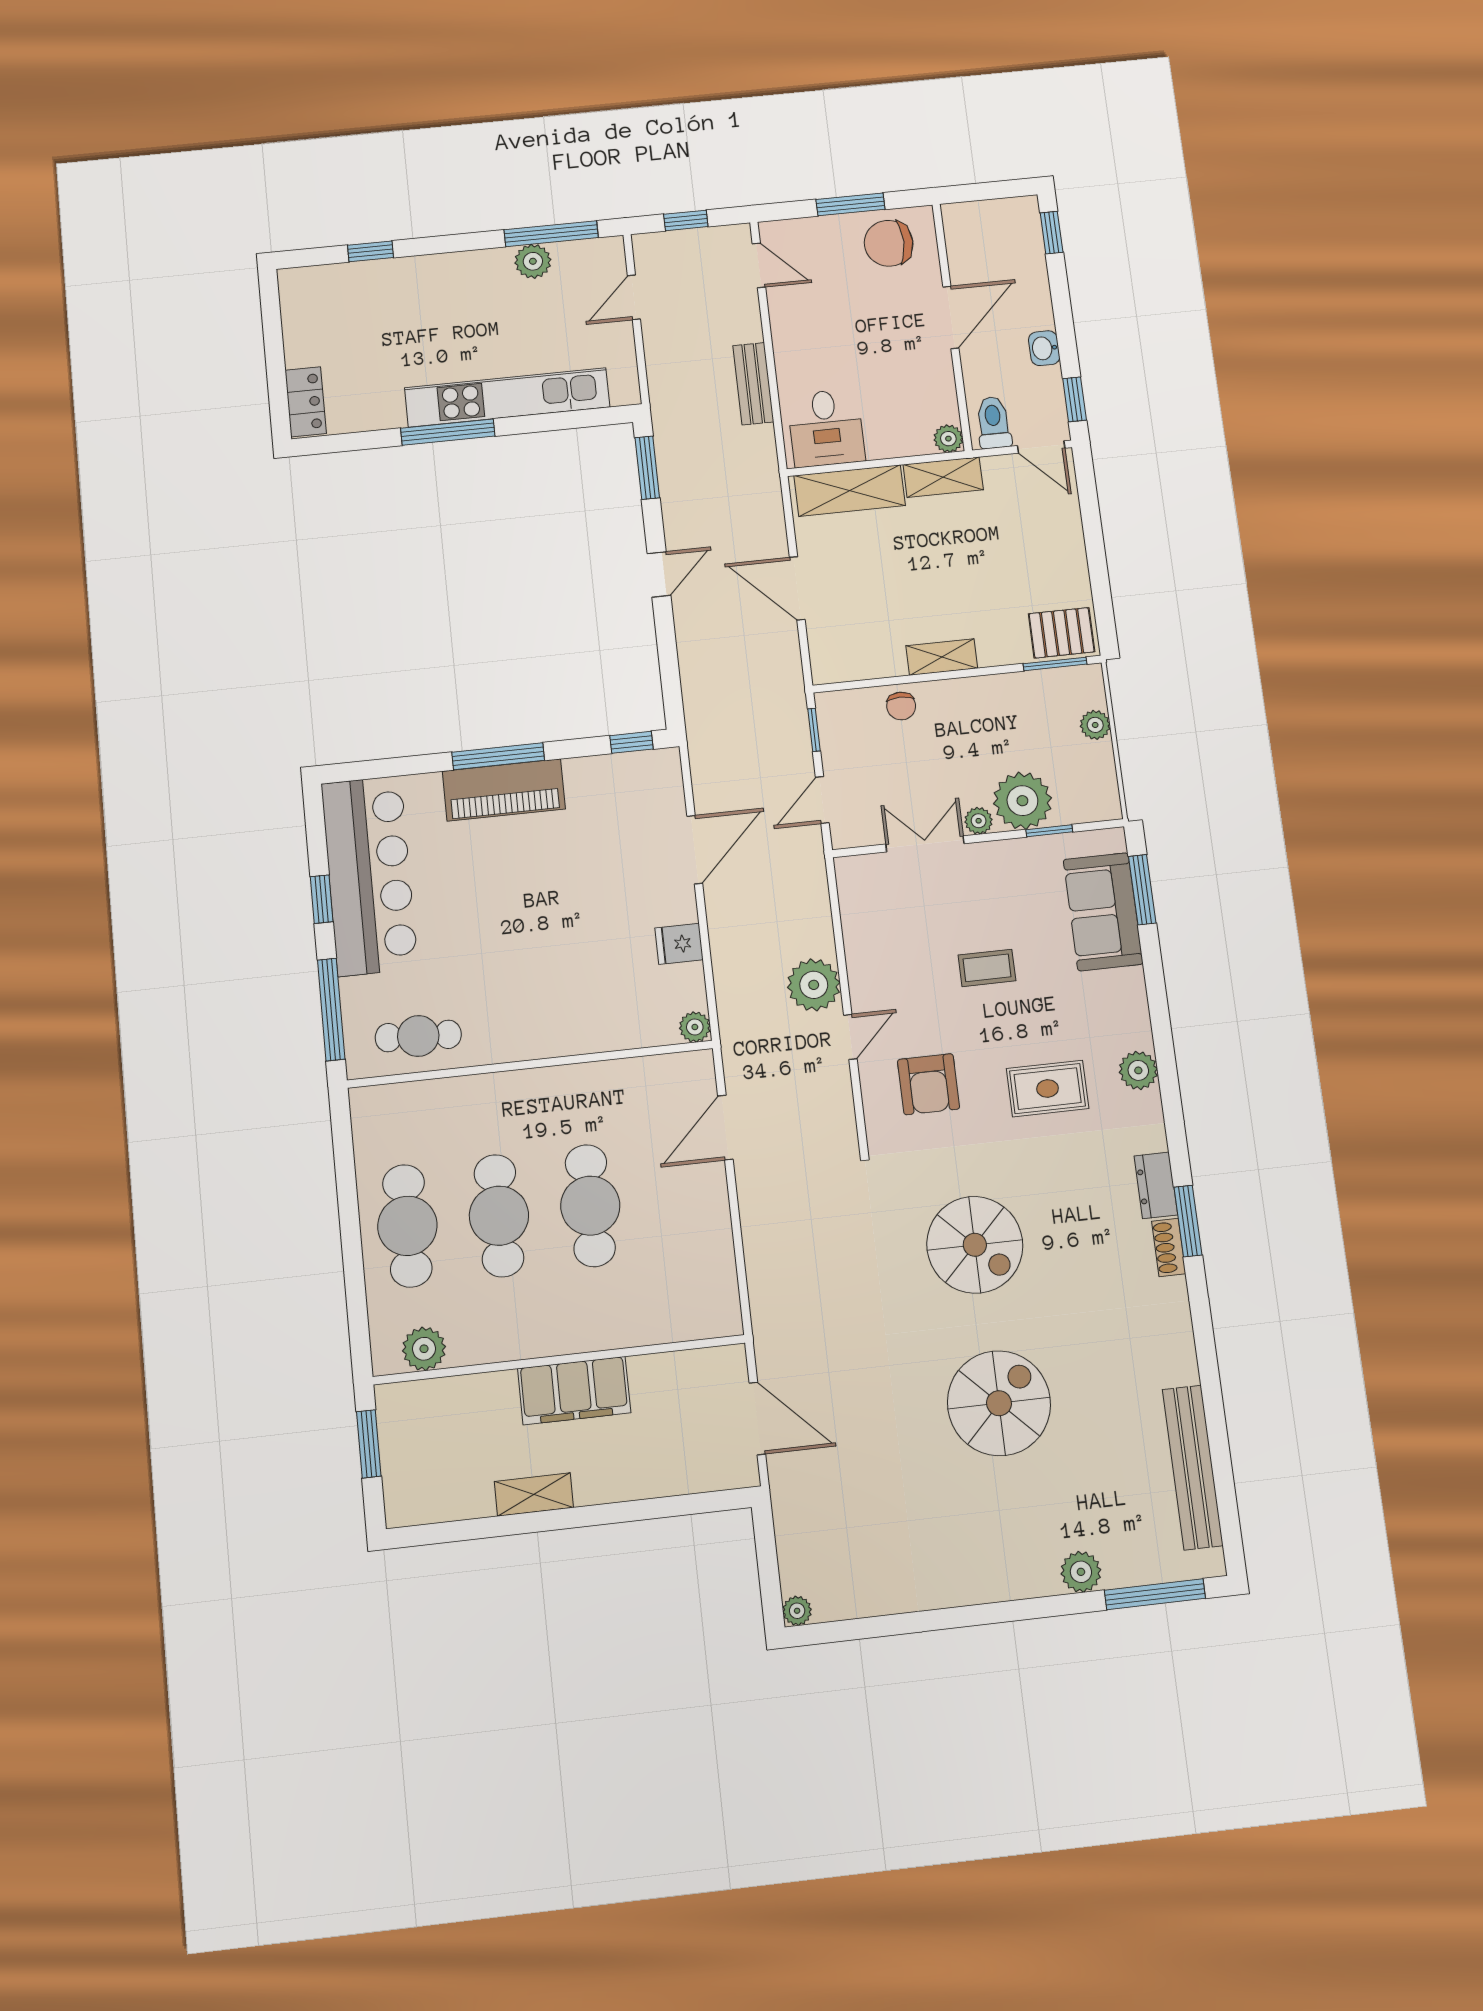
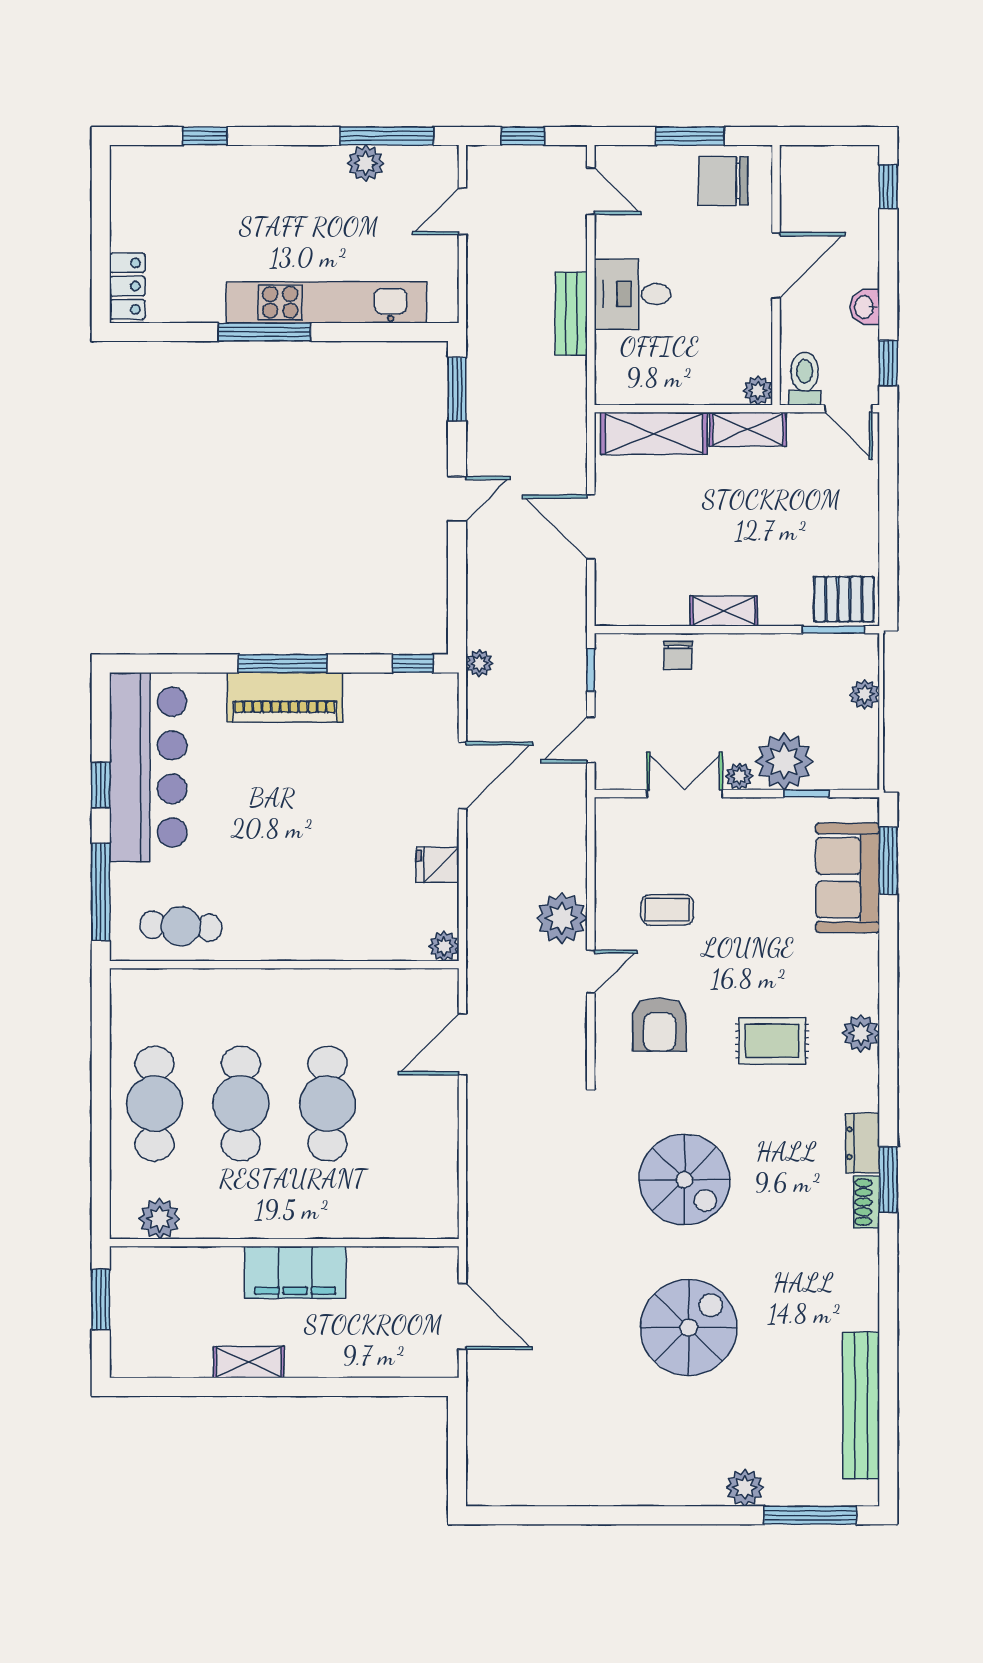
desk: (826, 428) -> (632, 294), moved, turned 90
coffee table: (987, 968) -> (667, 910), moved
plant: (797, 1611) -> (479, 663), moved

